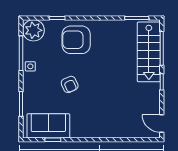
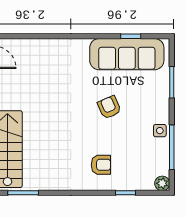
plant: (33, 30) -> (162, 183), width x0.53, depth x0.53
armchair: (76, 40) -> (101, 165), width x0.53, depth x0.53
sofa: (48, 126) -> (127, 54), width x1.36

